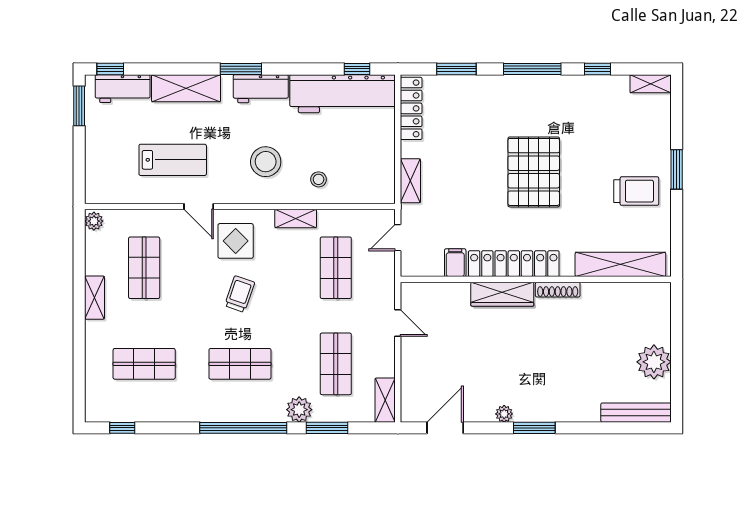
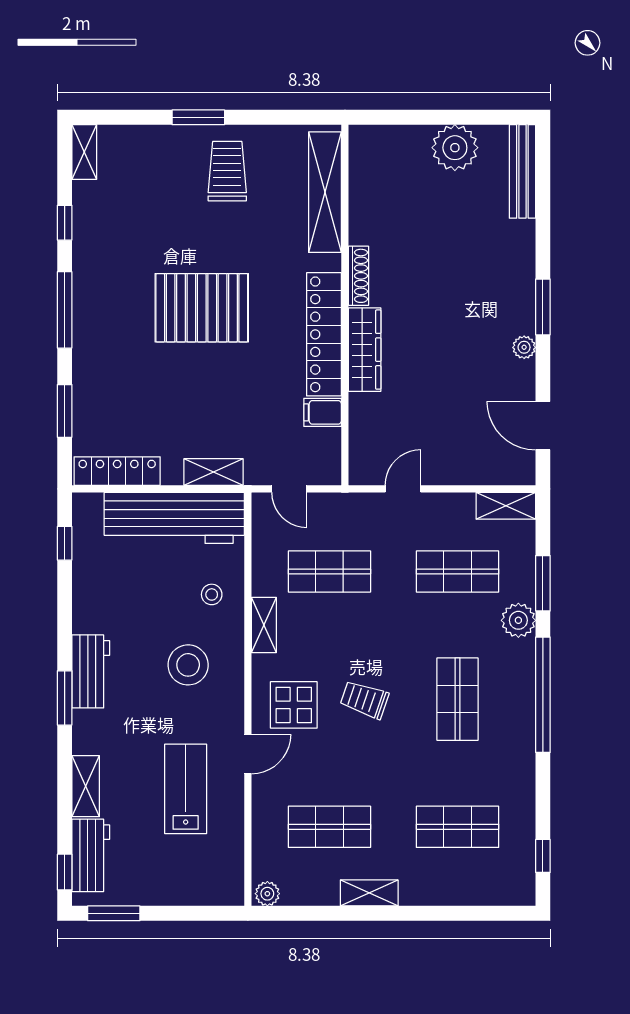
shelving: (186, 88) -> (86, 786), width x0.67, depth x0.75
workbench: (343, 94) -> (174, 518), moved, turned 90
shop shelf: (144, 364) -> (457, 827), turned 90

